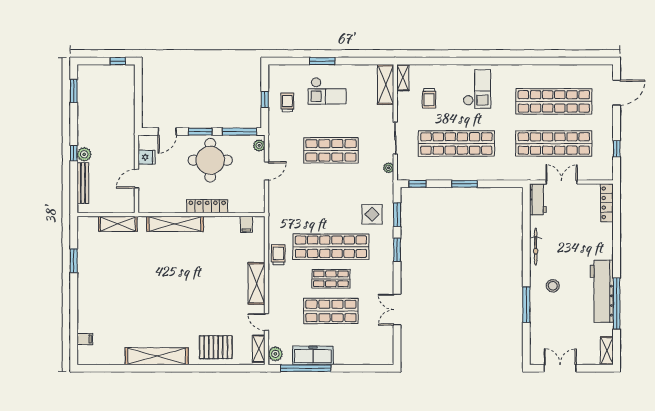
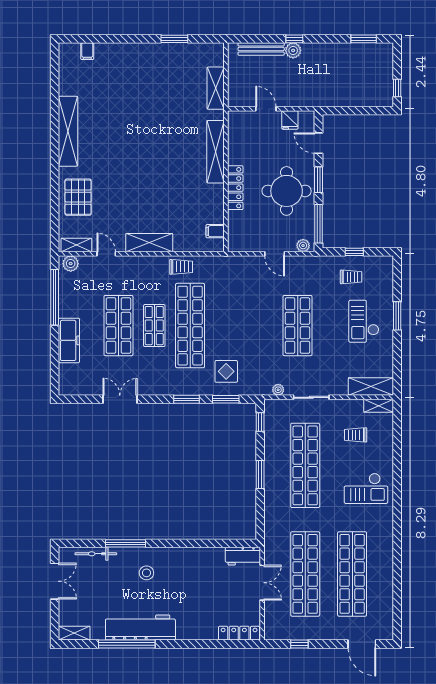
bicycle: (536, 247) -> (96, 554), moved
door: (267, 322) -> (106, 254), hinge flipped
freezer: (313, 355) -> (69, 340), moved

